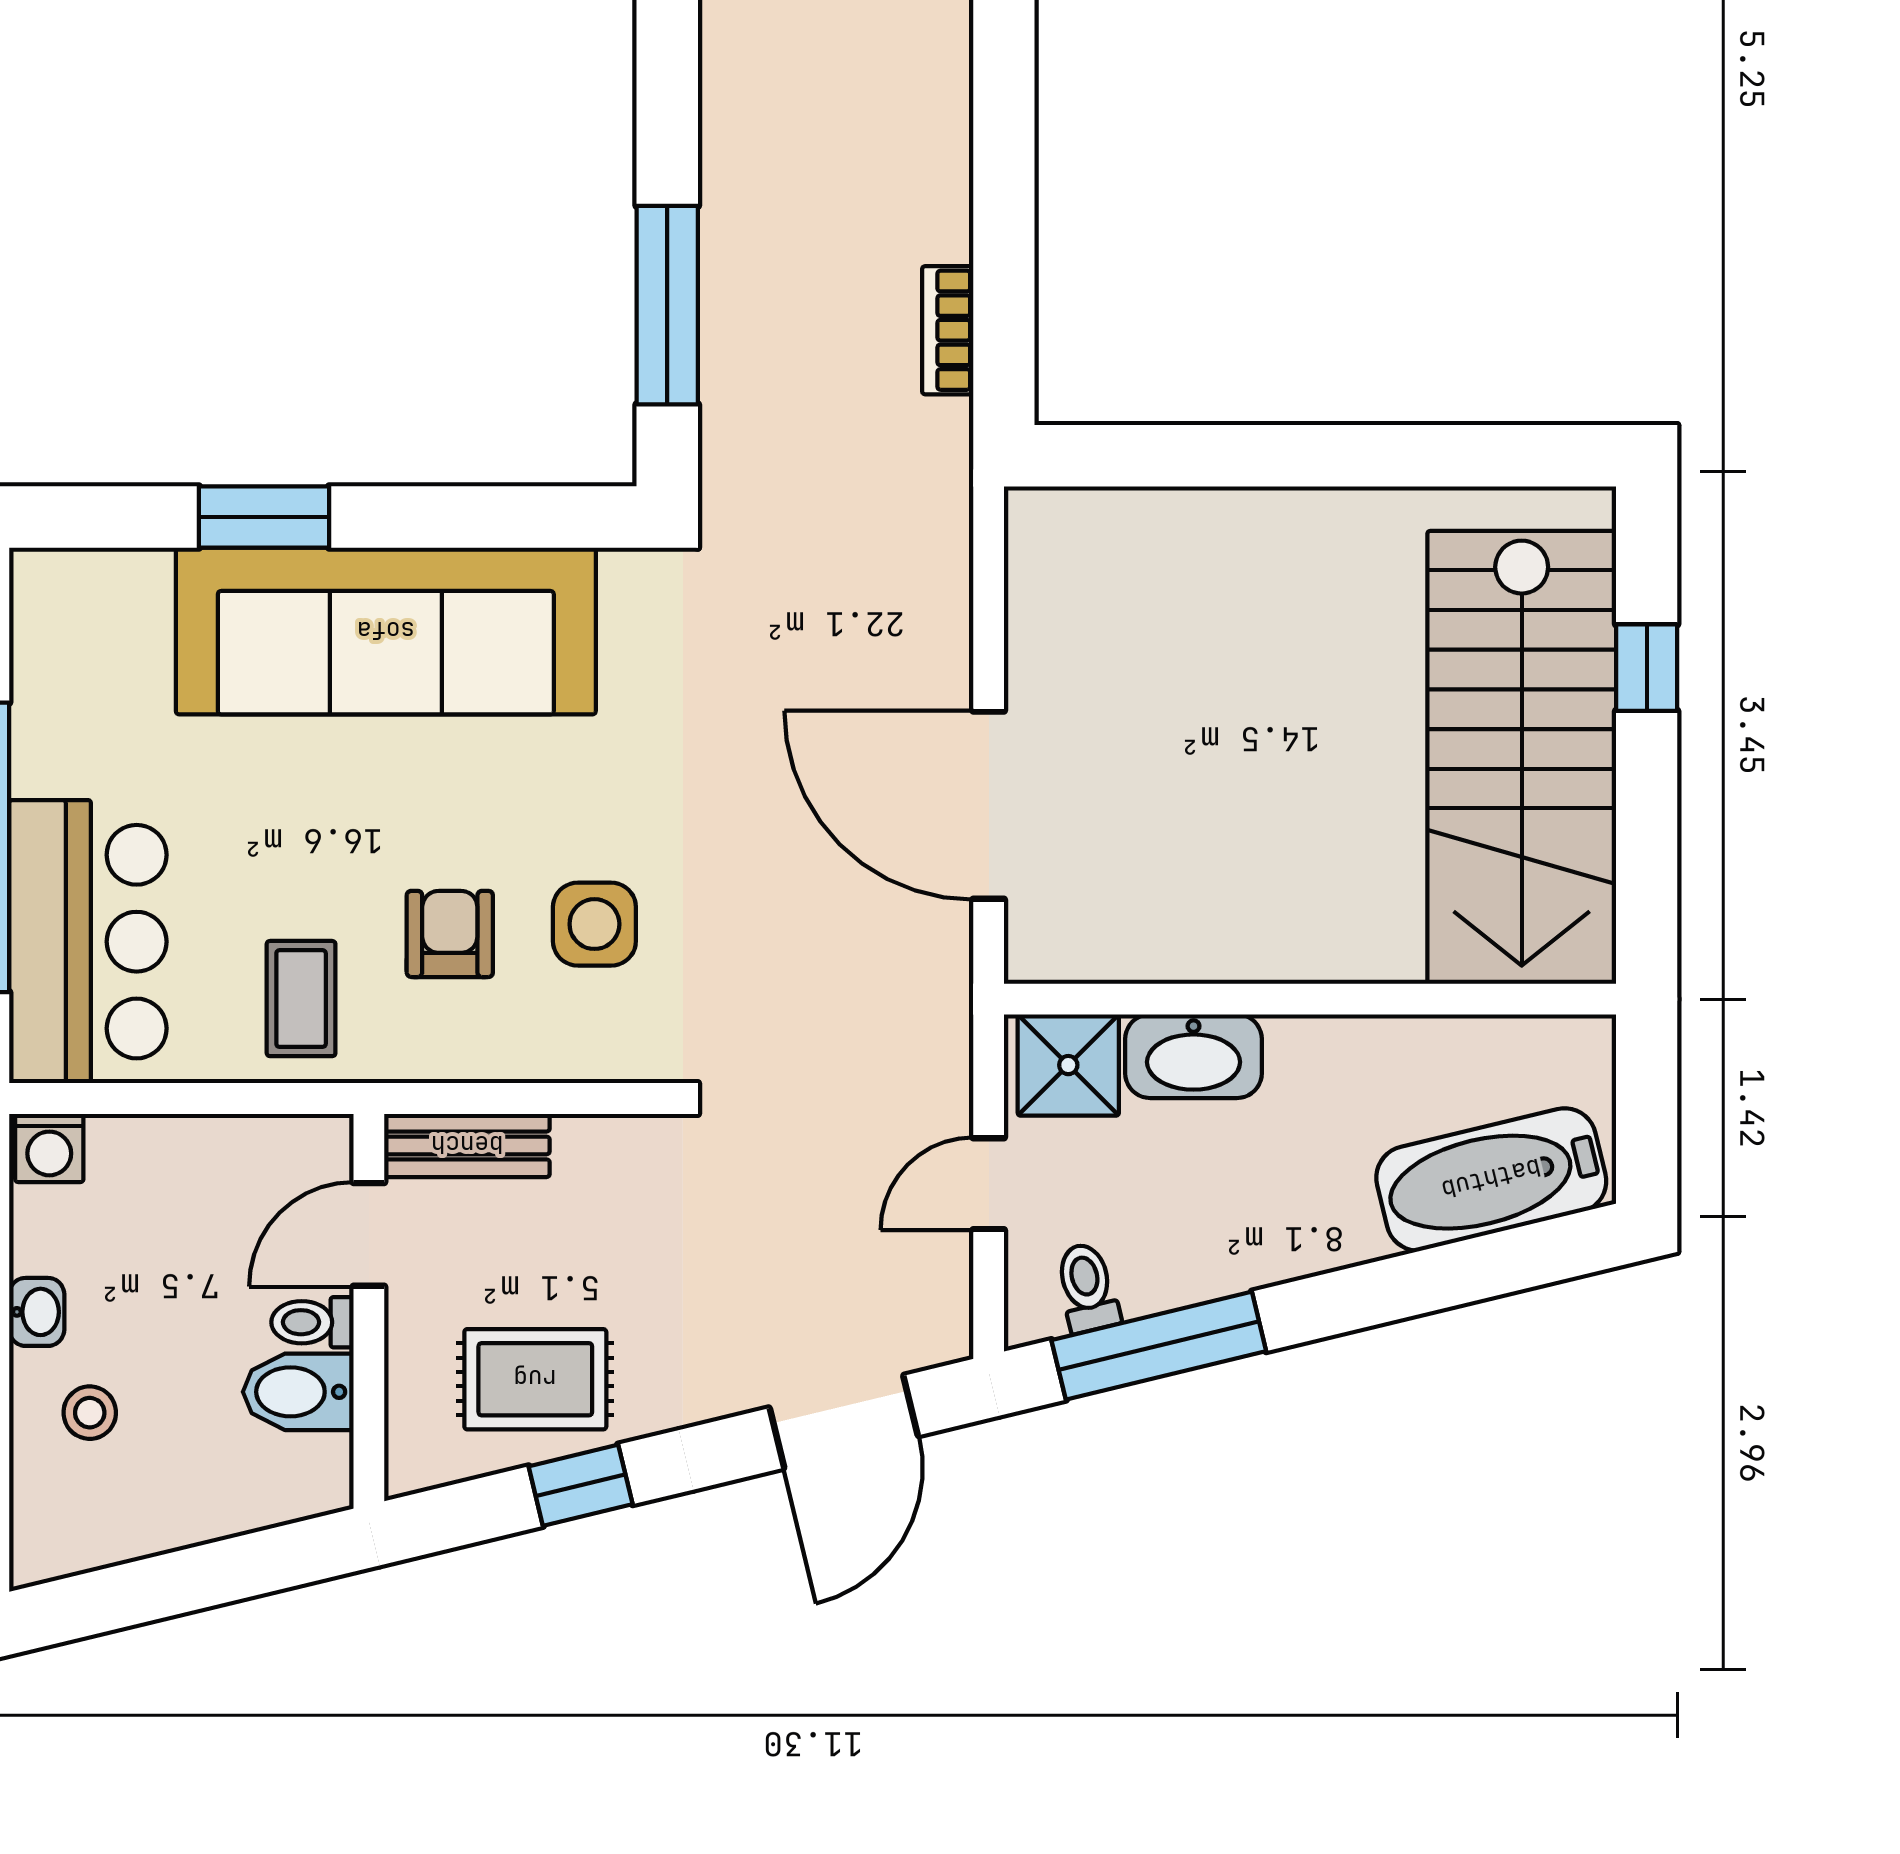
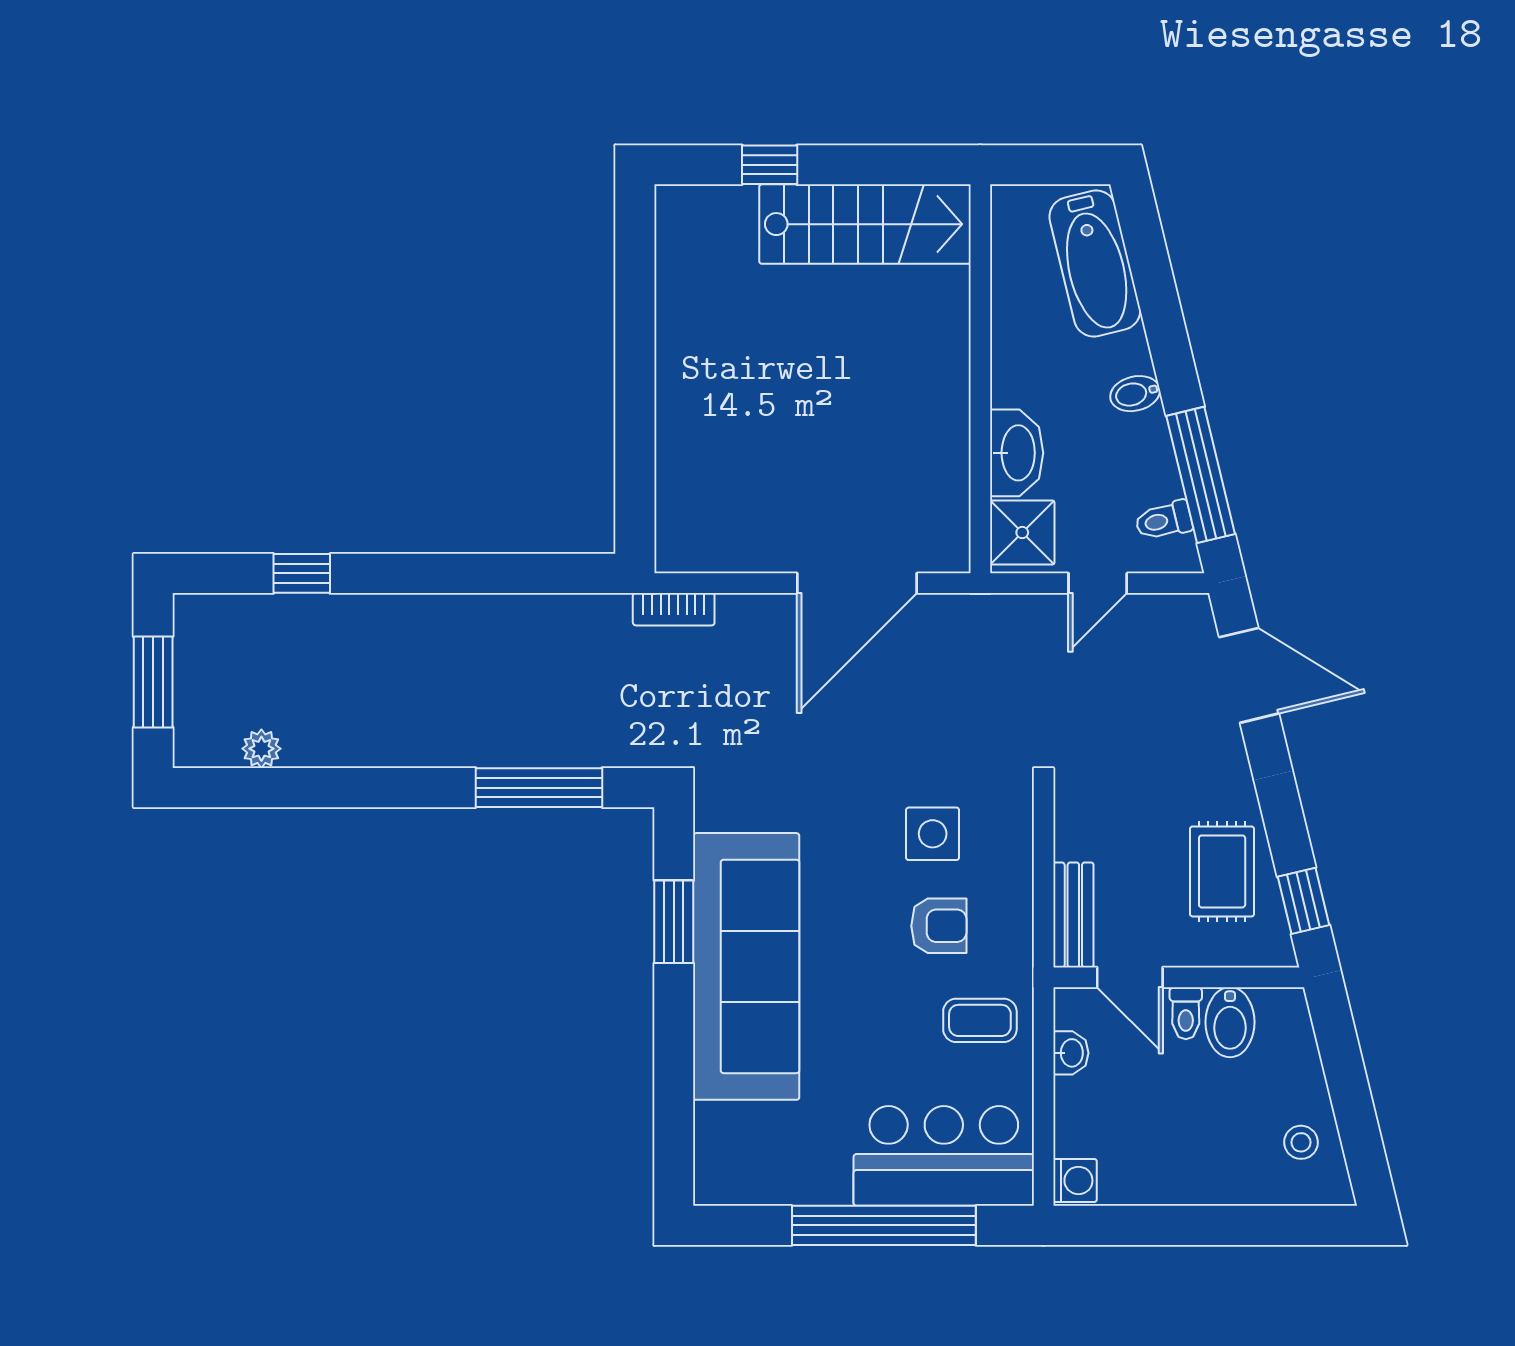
bookcase: (948, 330) -> (674, 609), moved
window: (264, 517) -> (674, 922), moved
stairs: (1522, 757) -> (865, 224), width x0.73, depth x0.66
armchair: (450, 934) -> (939, 926), turned 180
door: (989, 1184) -> (1098, 583), hinge flipped
bidet: (1287, 1243) -> (1135, 394), added
washbasin: (37, 1312) -> (1071, 1053), moved, turned 90
stool: (90, 1413) -> (1301, 1142), moved
window: (581, 1485) -> (1304, 901), moved

